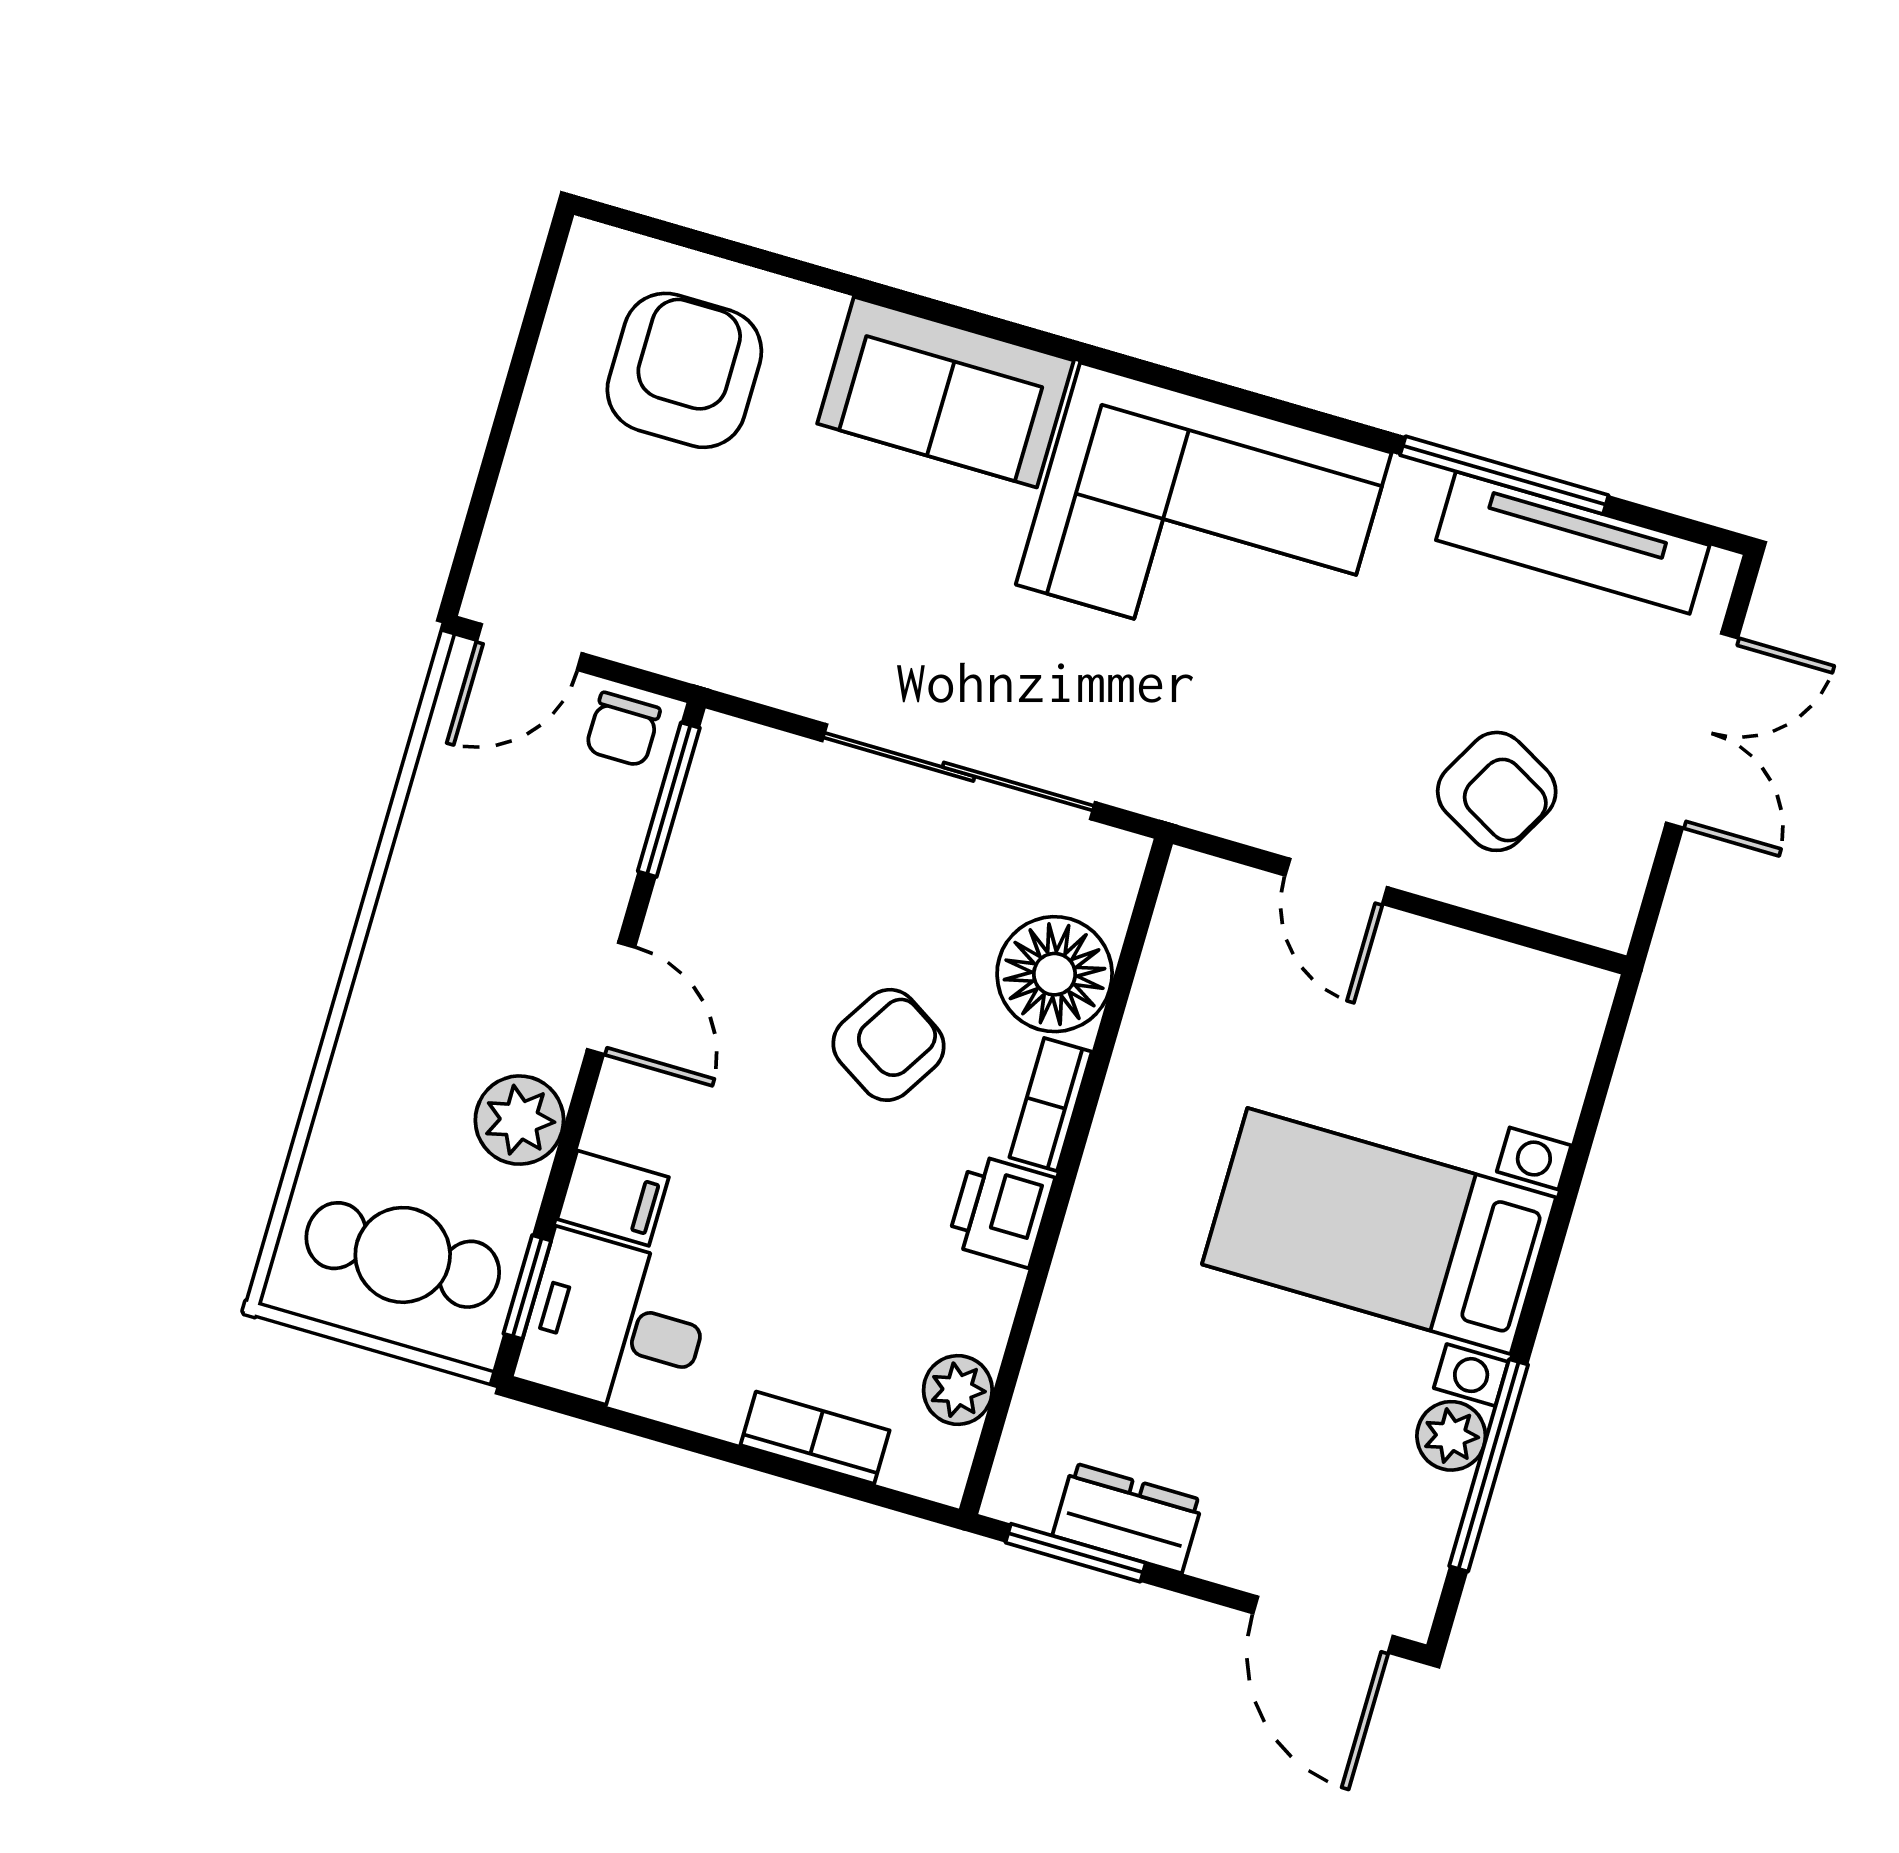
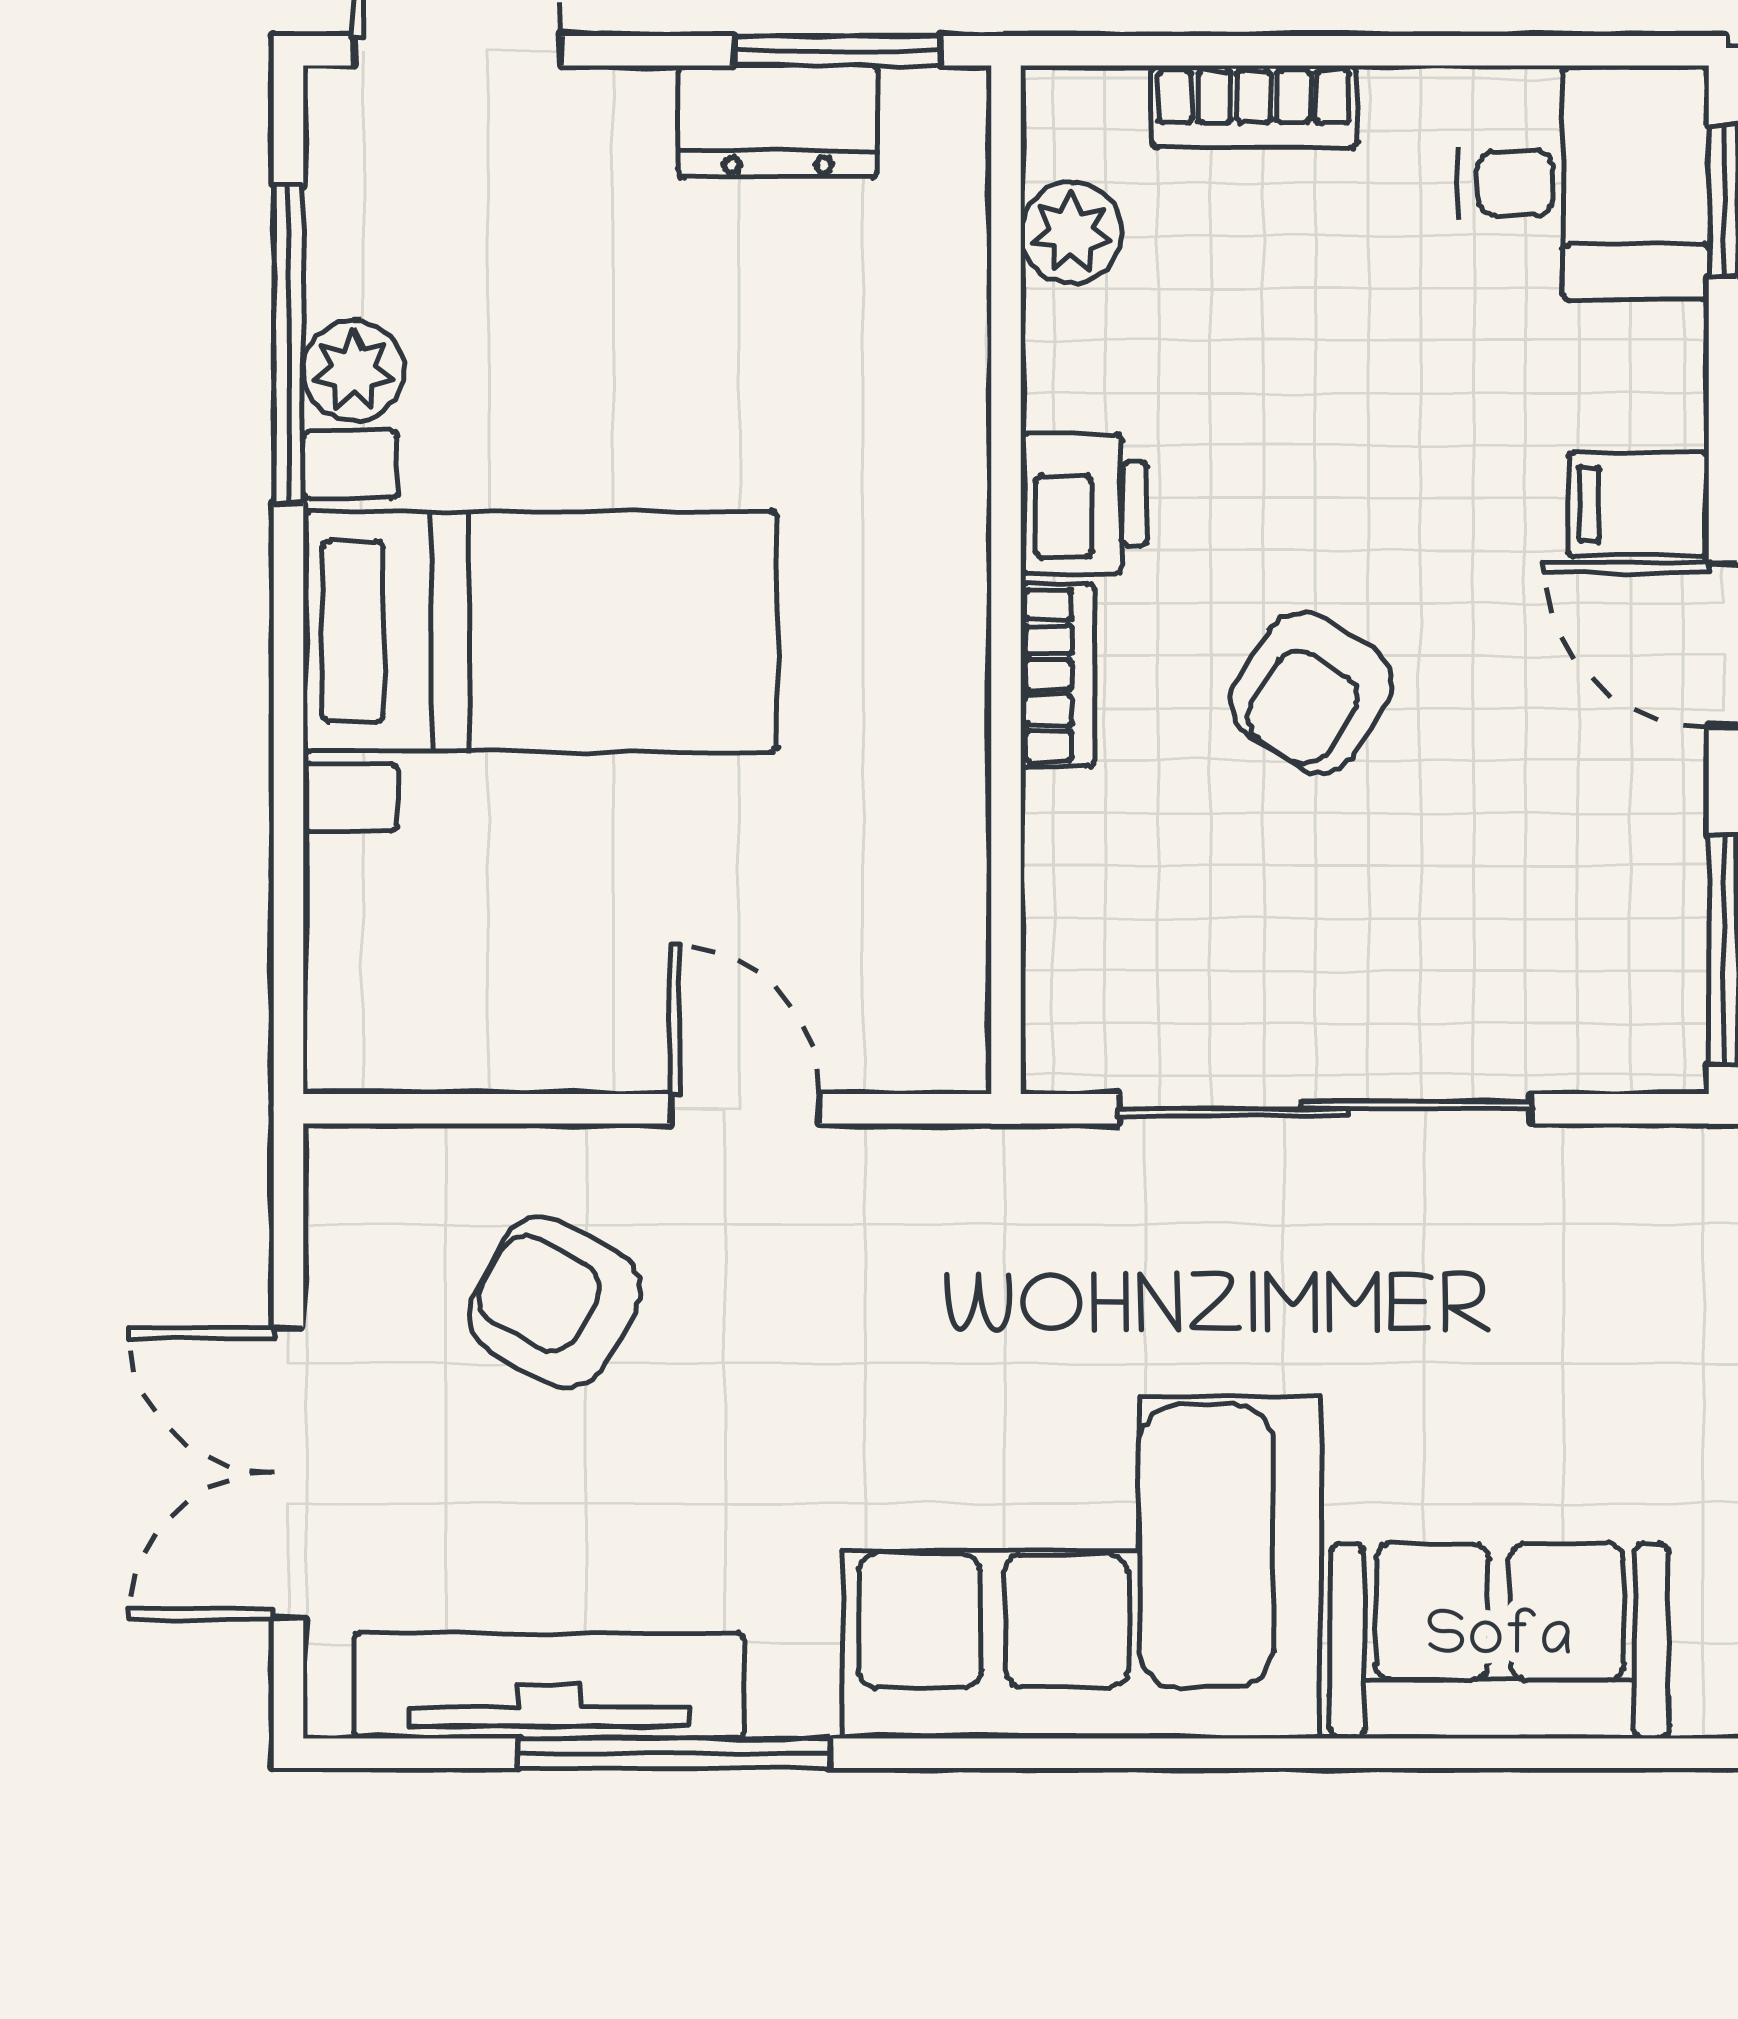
floor lamp: (1055, 974) -> (1105, 861), removed
filing cabinet: (613, 1198) -> (1639, 504), moved

